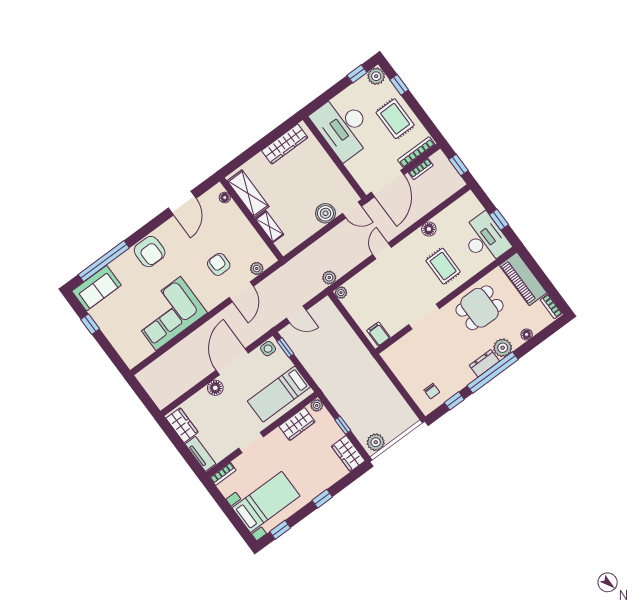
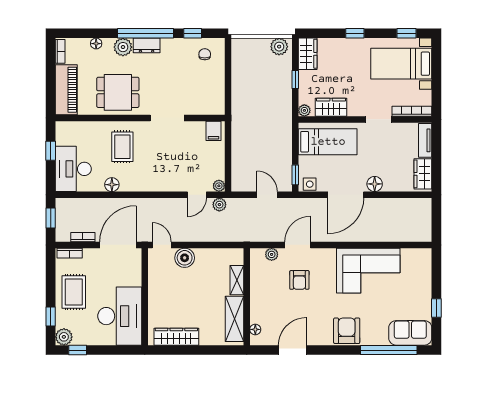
bookcase: (416, 152) -> (70, 253), width x0.64
desk: (485, 239) -> (73, 169), moved
door: (382, 251) -> (197, 195), moved
bookcase: (223, 474) -> (412, 111), width x1.56

